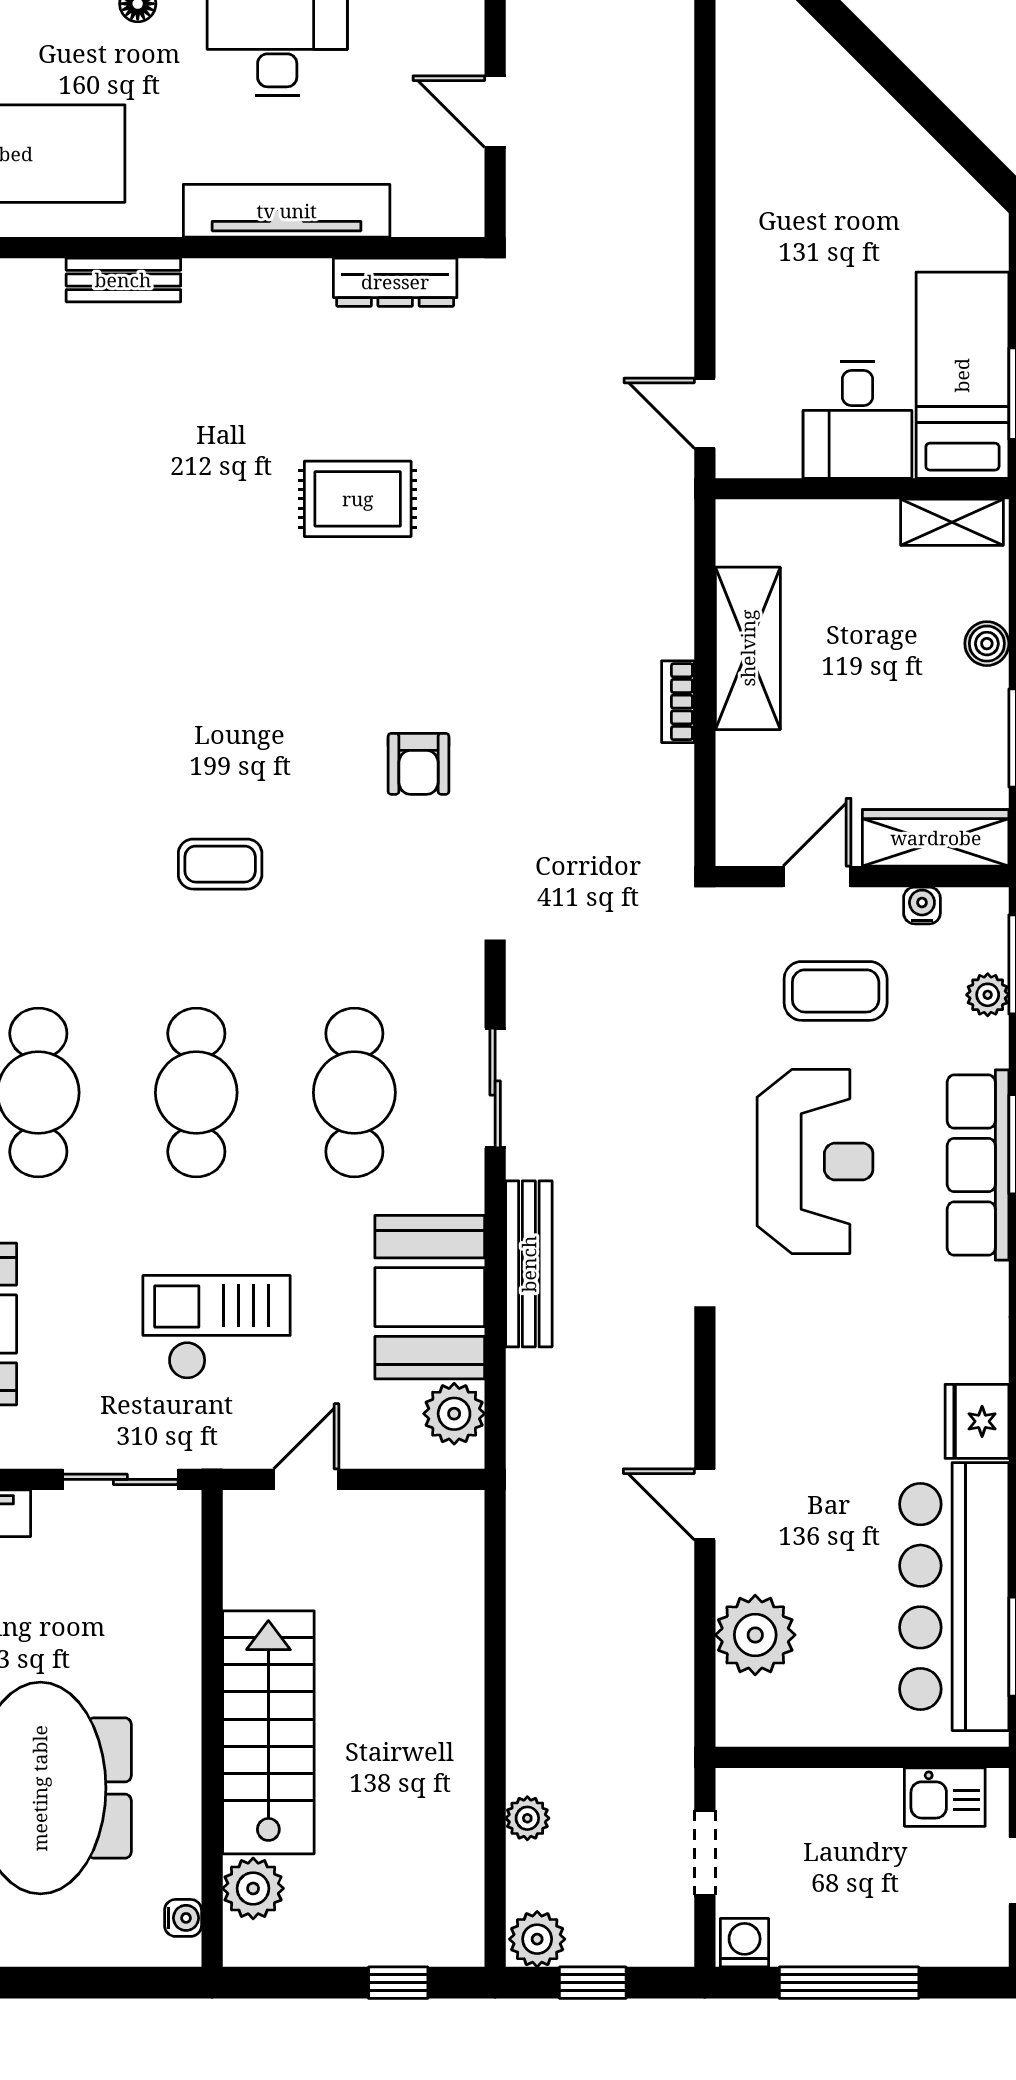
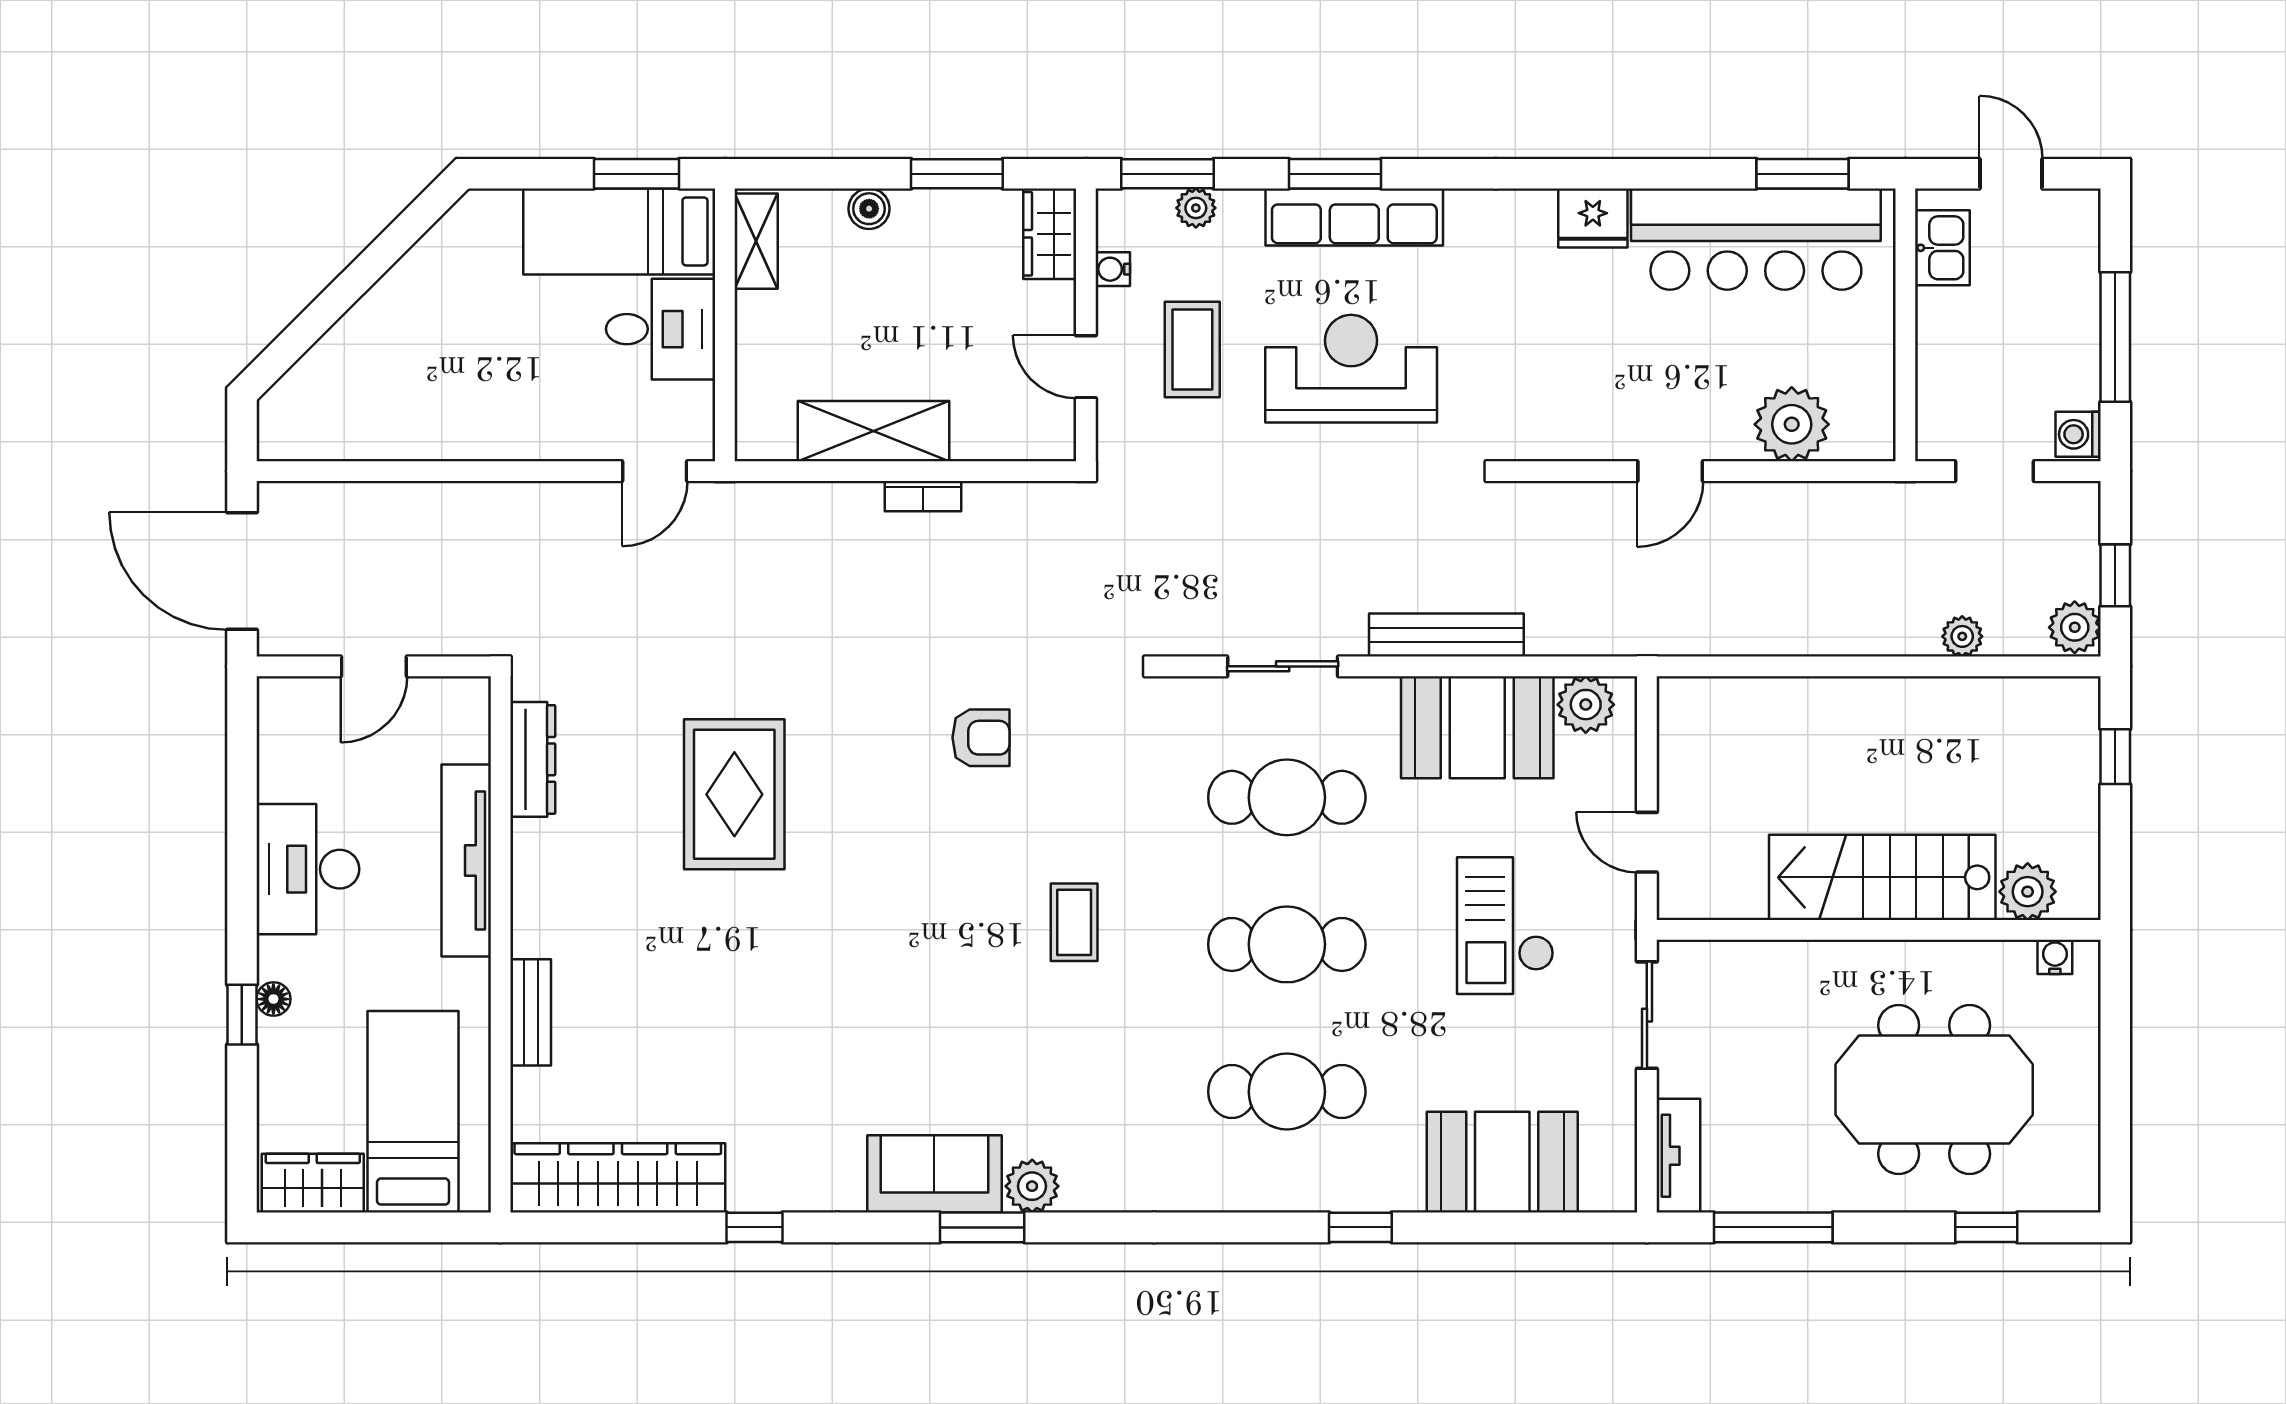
rug: (358, 499) -> (734, 794), width x1.36, depth x1.43
wardrobe: (936, 838) -> (1050, 234), width x0.67

